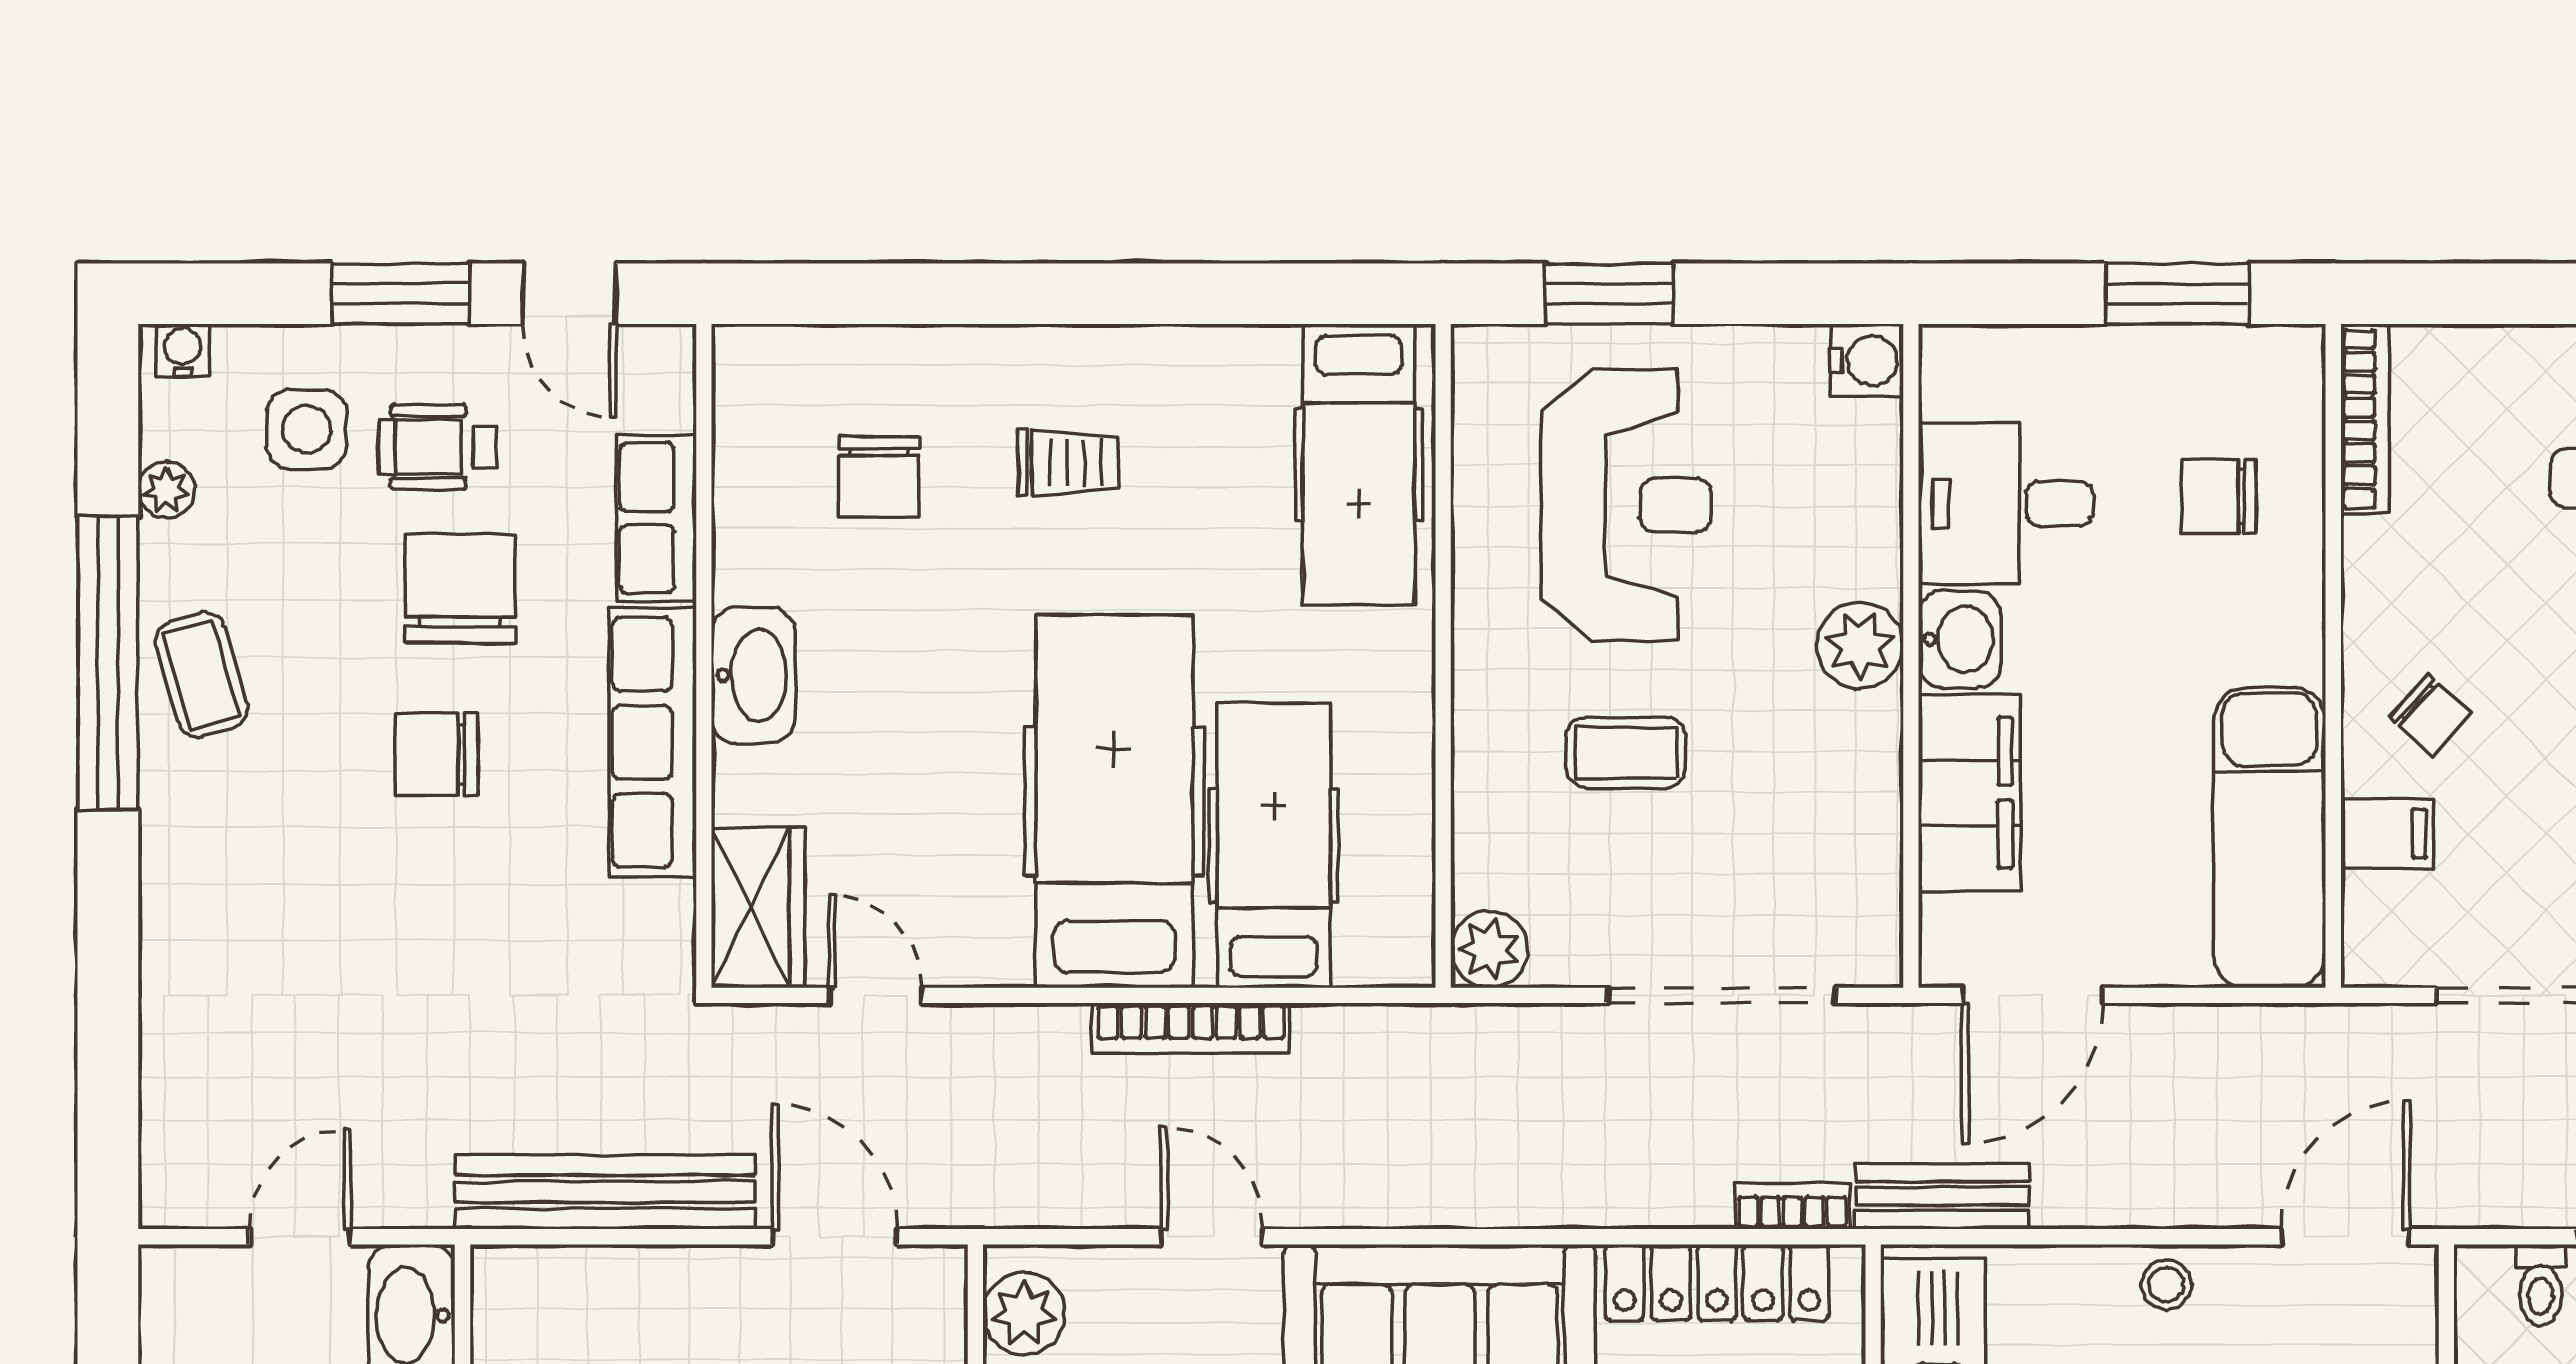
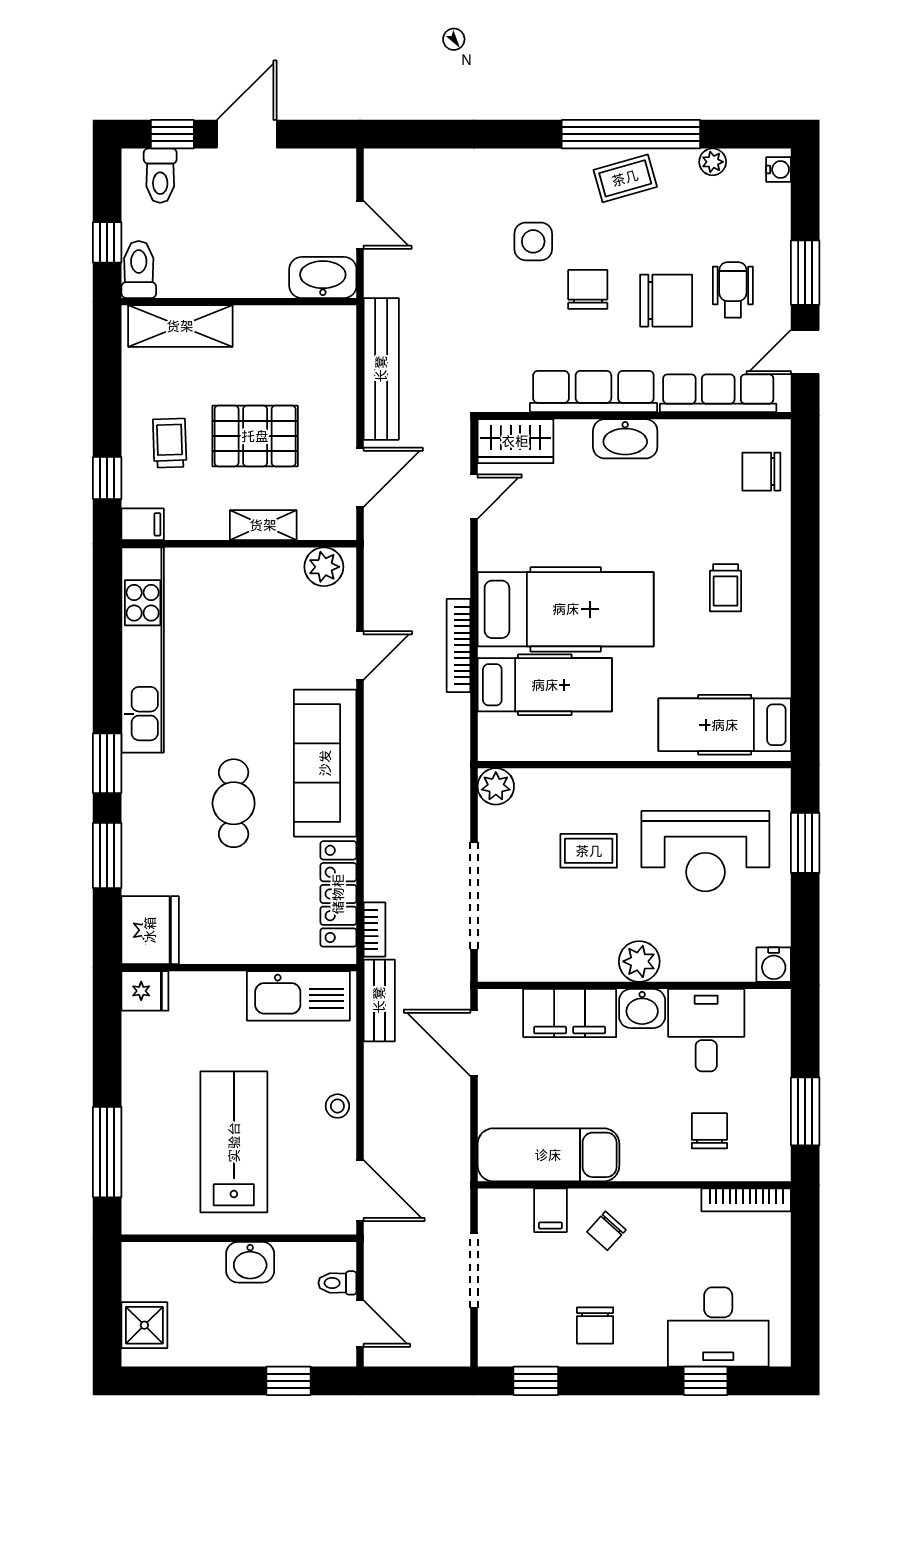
side table: (307, 429) -> (533, 241), moved
chair: (879, 476) -> (761, 472), moved
row of seats: (656, 518) -> (718, 393), width x1.48
coffee table: (1626, 753) -> (589, 851), turned 90

